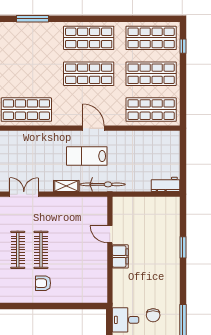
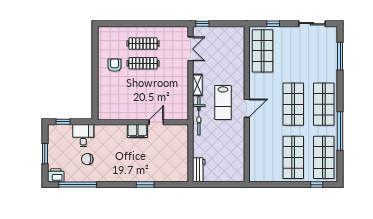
window: (120, 19) -> (340, 131), added
shop shelf: (151, 110) -> (263, 157), removed
lab bench: (87, 156) -> (223, 103), turned 180

